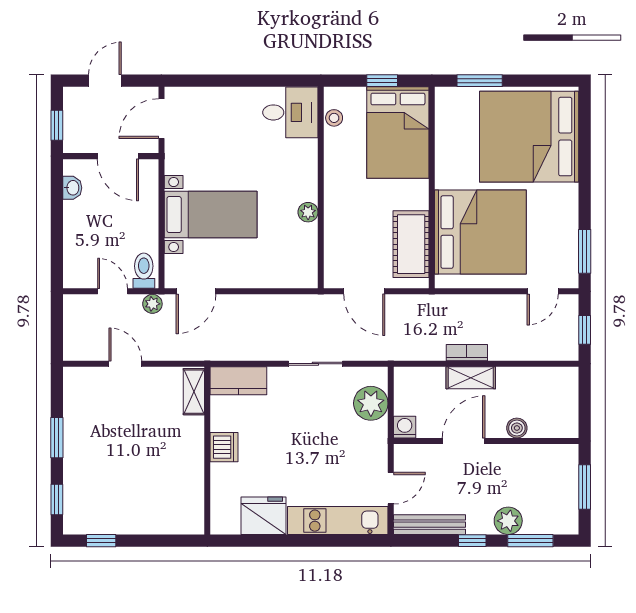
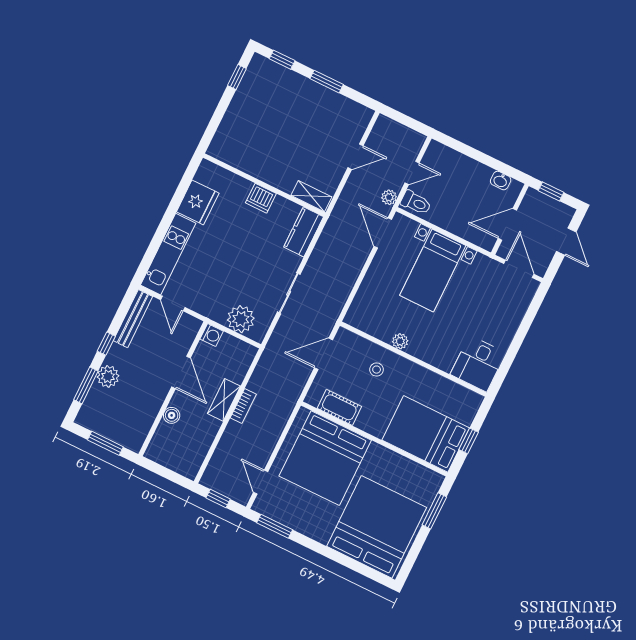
stool: (334, 118) -> (377, 370), moved
cot: (411, 244) -> (339, 407), width x0.73, depth x0.75

